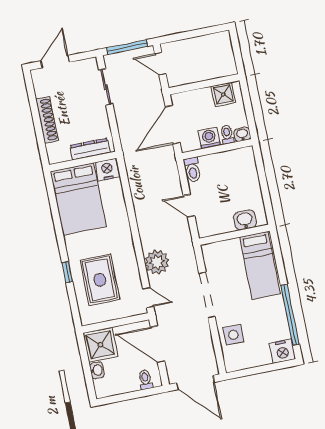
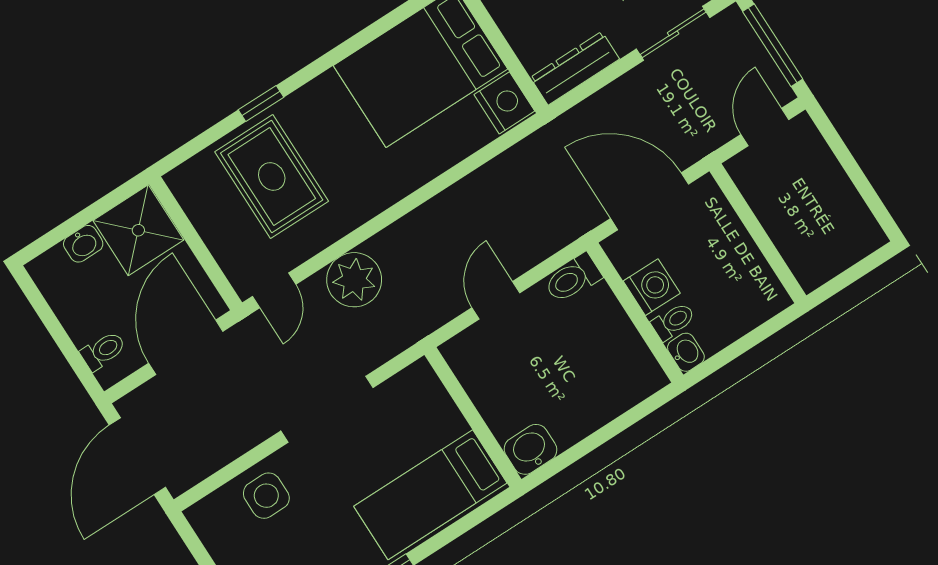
shower: (223, 94) -> (753, 281), removed
dresser: (90, 149) -> (575, 68), moved, turned -90
washbasin: (245, 220) -> (531, 449), moved, turned -90
rug: (100, 280) -> (272, 176), turned 90

